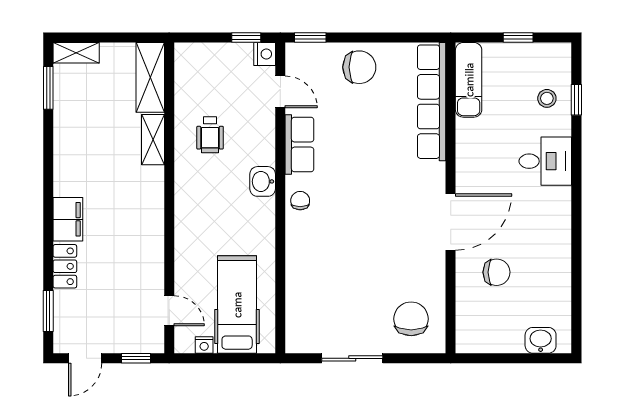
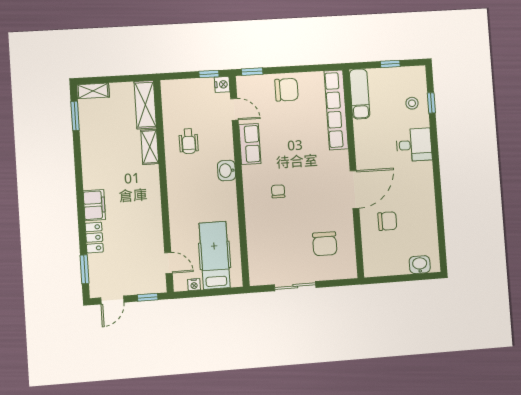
chair: (300, 201) -> (278, 191), moved
chair: (411, 319) -> (325, 244), moved, turned 180

